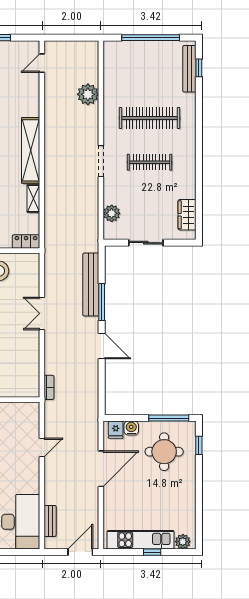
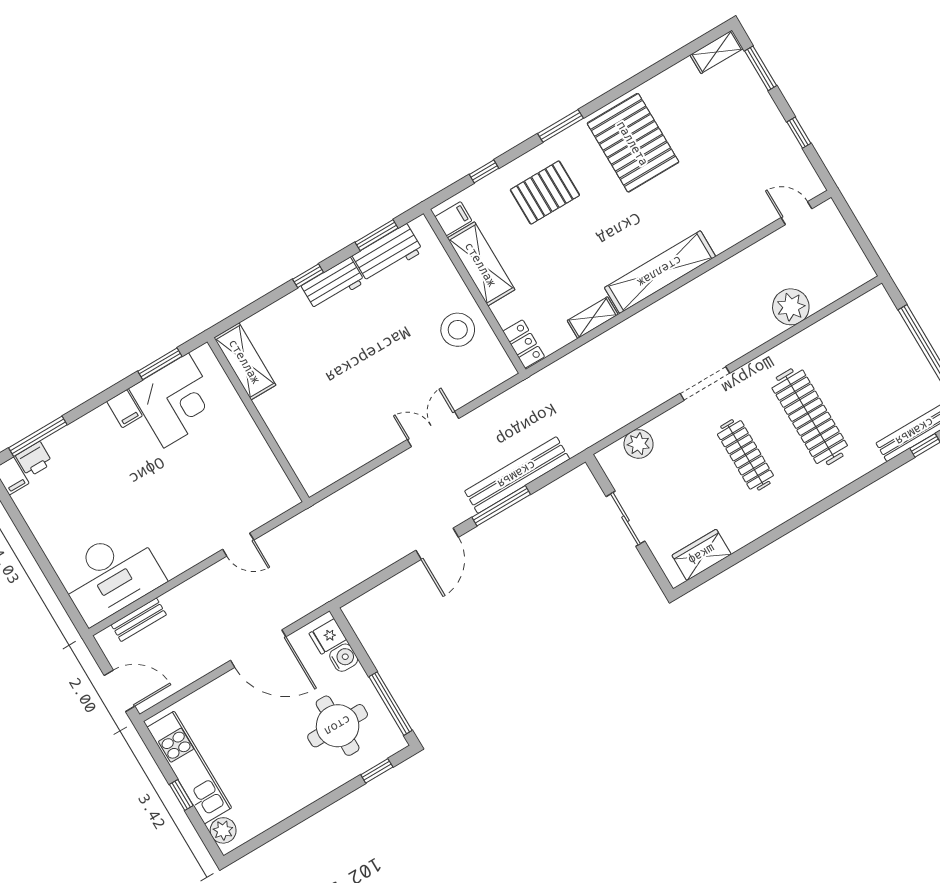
bookcase: (49, 387) -> (332, 503), removed

